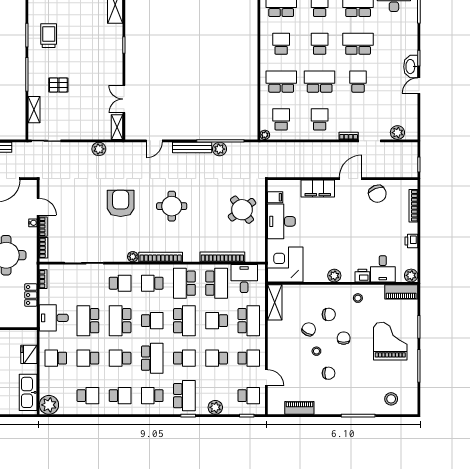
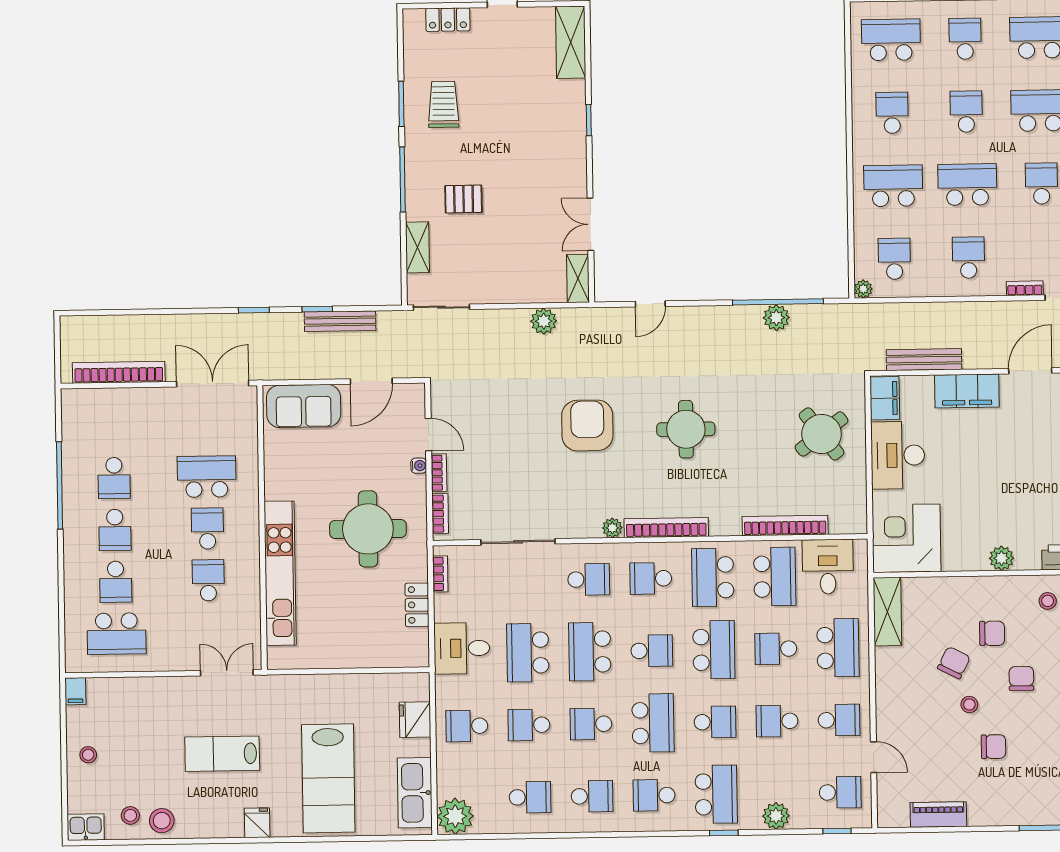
bench: (192, 148) -> (924, 360), moved
filing cabinet: (275, 197) -> (885, 398), width x2.00

